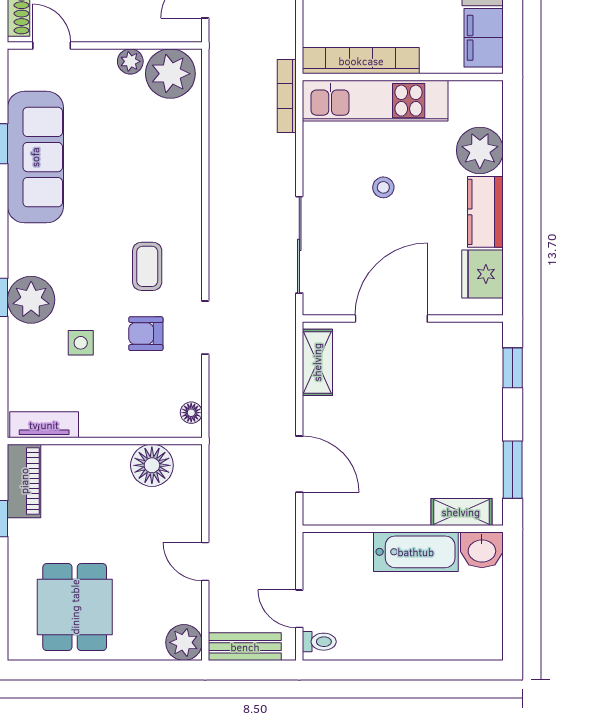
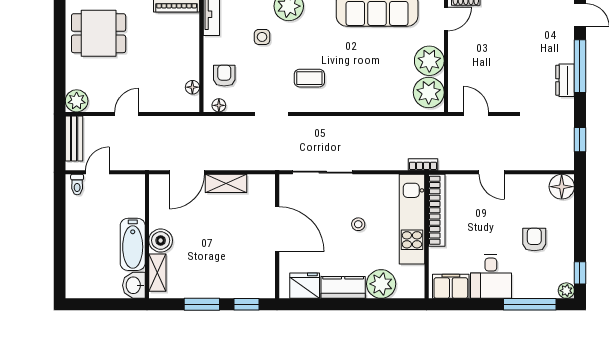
plant: (130, 61) -> (429, 61), width x1.88, depth x1.88
bookcase: (287, 96) -> (423, 164), width x0.64
armchair: (146, 334) -> (224, 76), moved
shelving: (317, 362) -> (226, 183), moved
floor lamp: (152, 465) -> (192, 87), width x0.53, depth x0.53
window: (513, 470) -> (202, 304), moved
boiler: (410, 507) -> (161, 240), added

